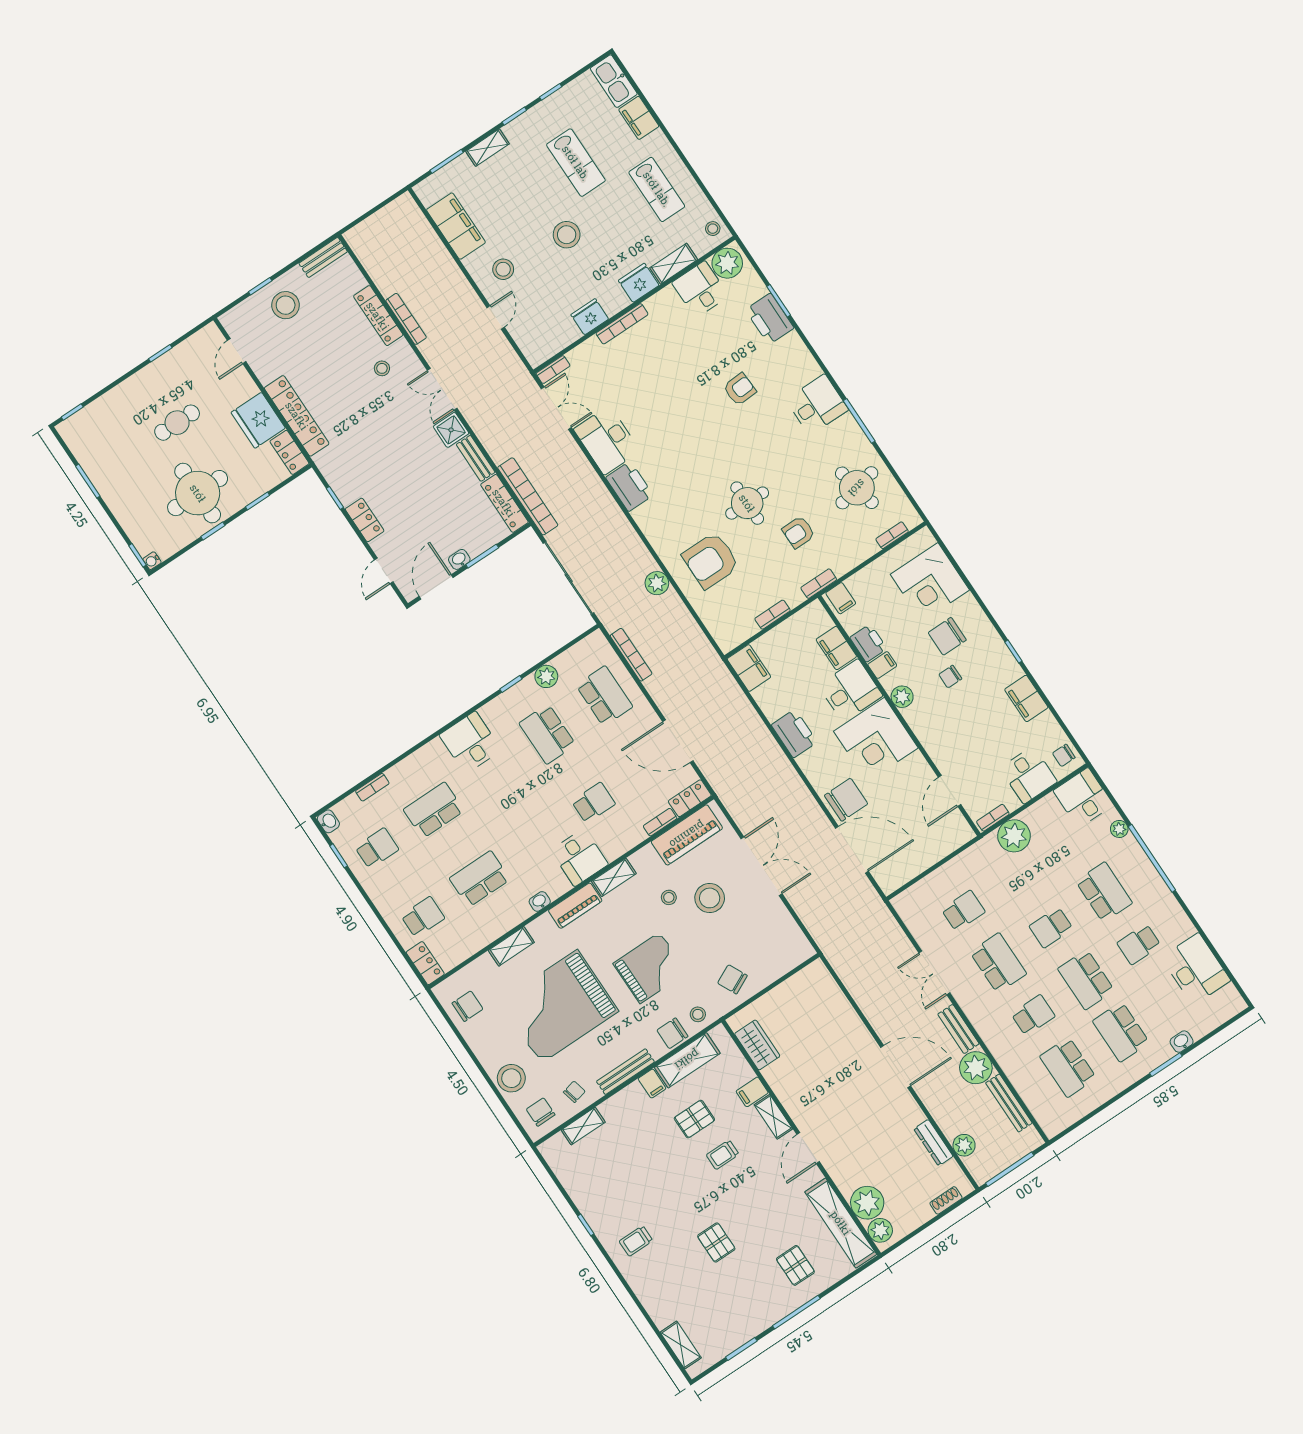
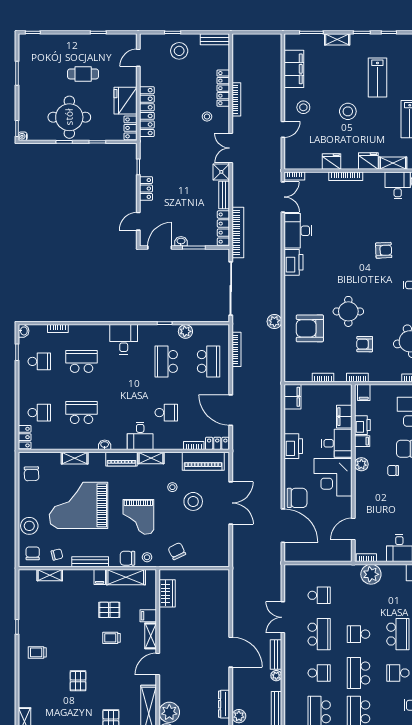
grand piano: (650, 968) -> (138, 517), turned 90
chair: (467, 1006) -> (32, 474), turned 88
plant: (976, 1068) -> (276, 676), width x0.53, depth x0.53

